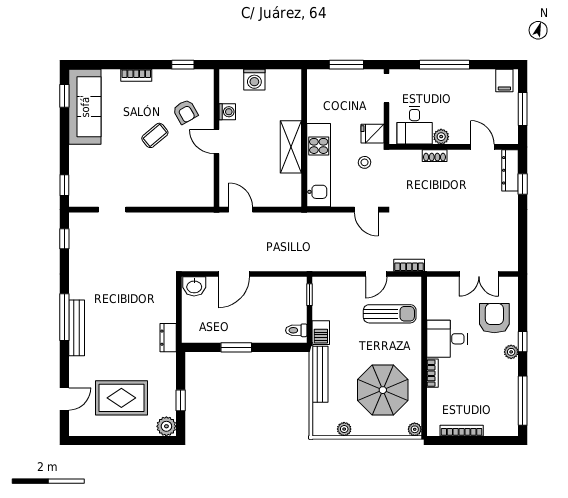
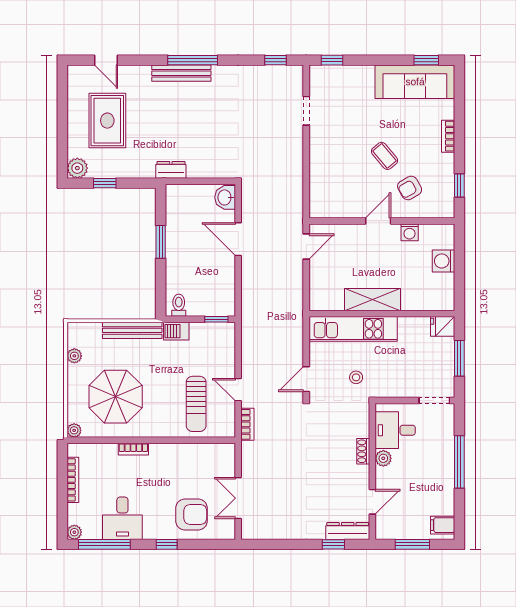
fridge: (373, 134) -> (443, 326), moved, turned -90
desk: (447, 339) -> (122, 518), moved, turned 180
plant: (511, 352) -> (74, 532), moved

